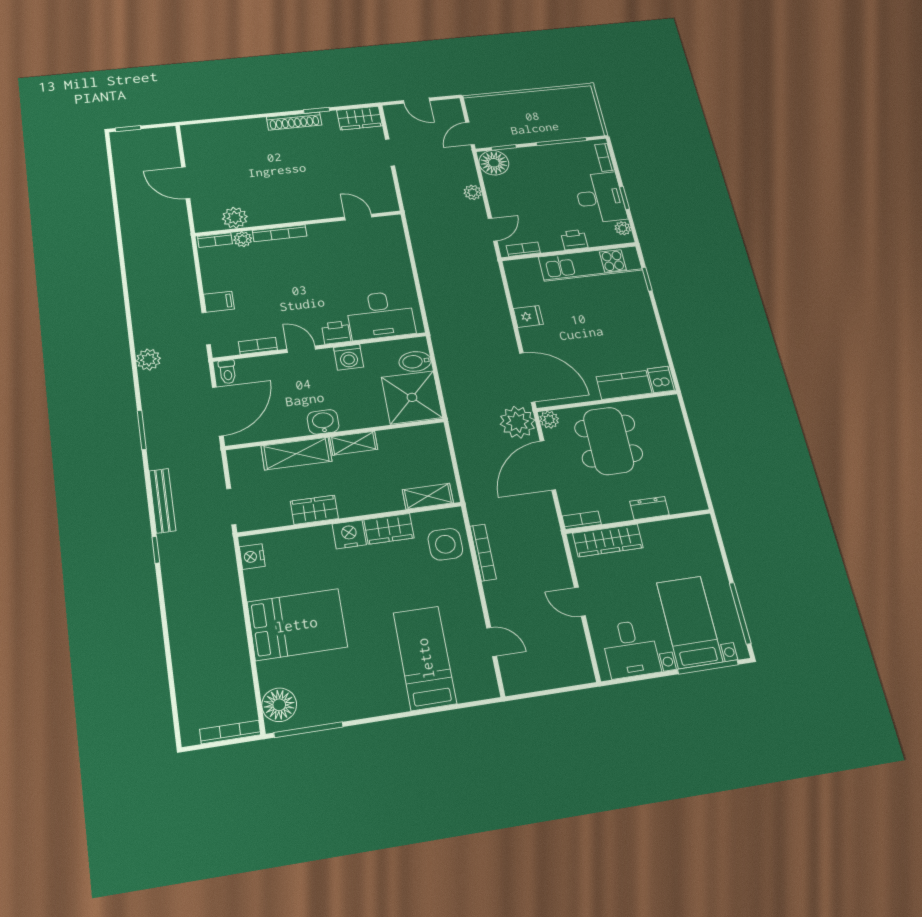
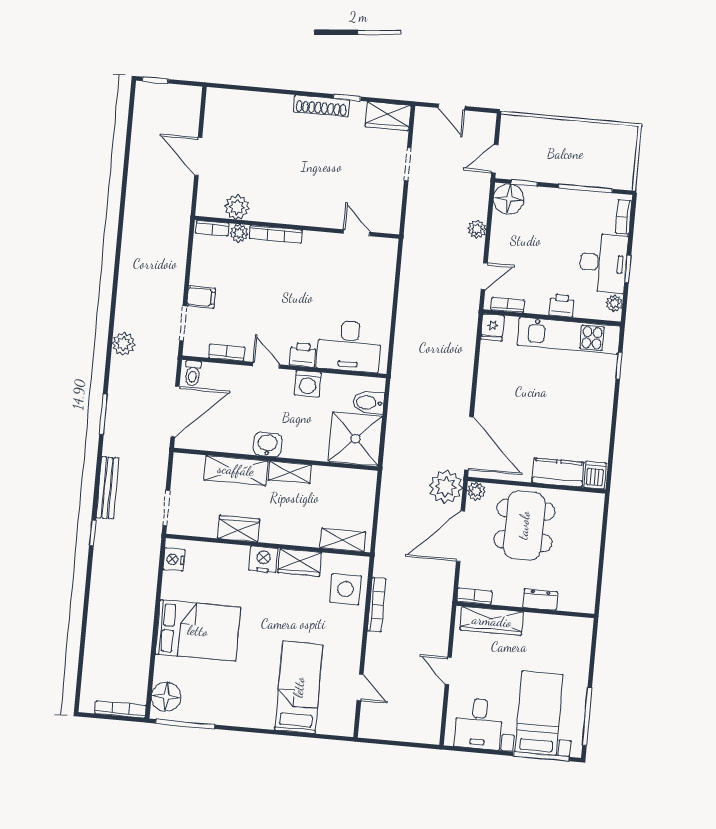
fridge: (528, 316) -> (492, 327), moved, turned 90

